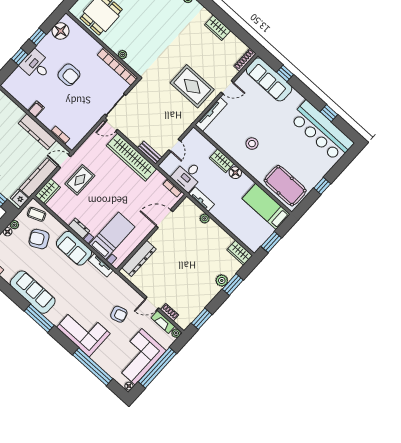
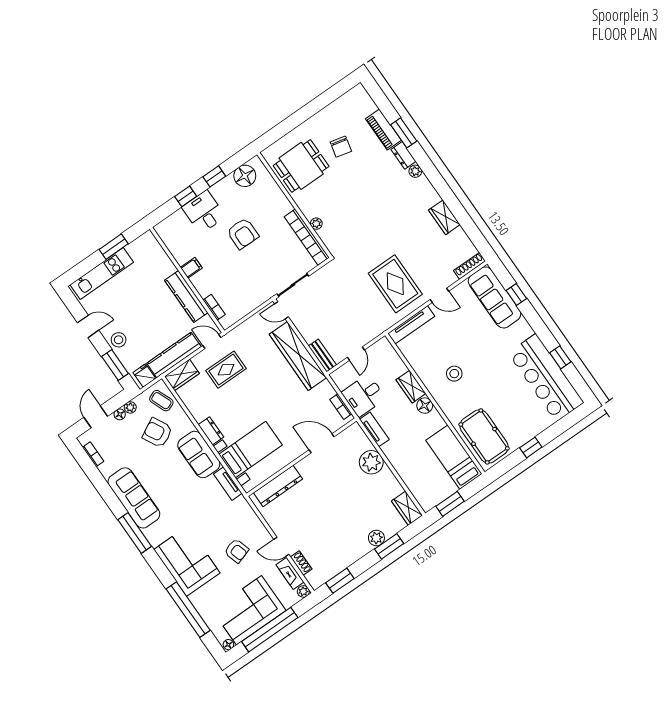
plant: (205, 218) -> (371, 462), width x1.88, depth x1.88

